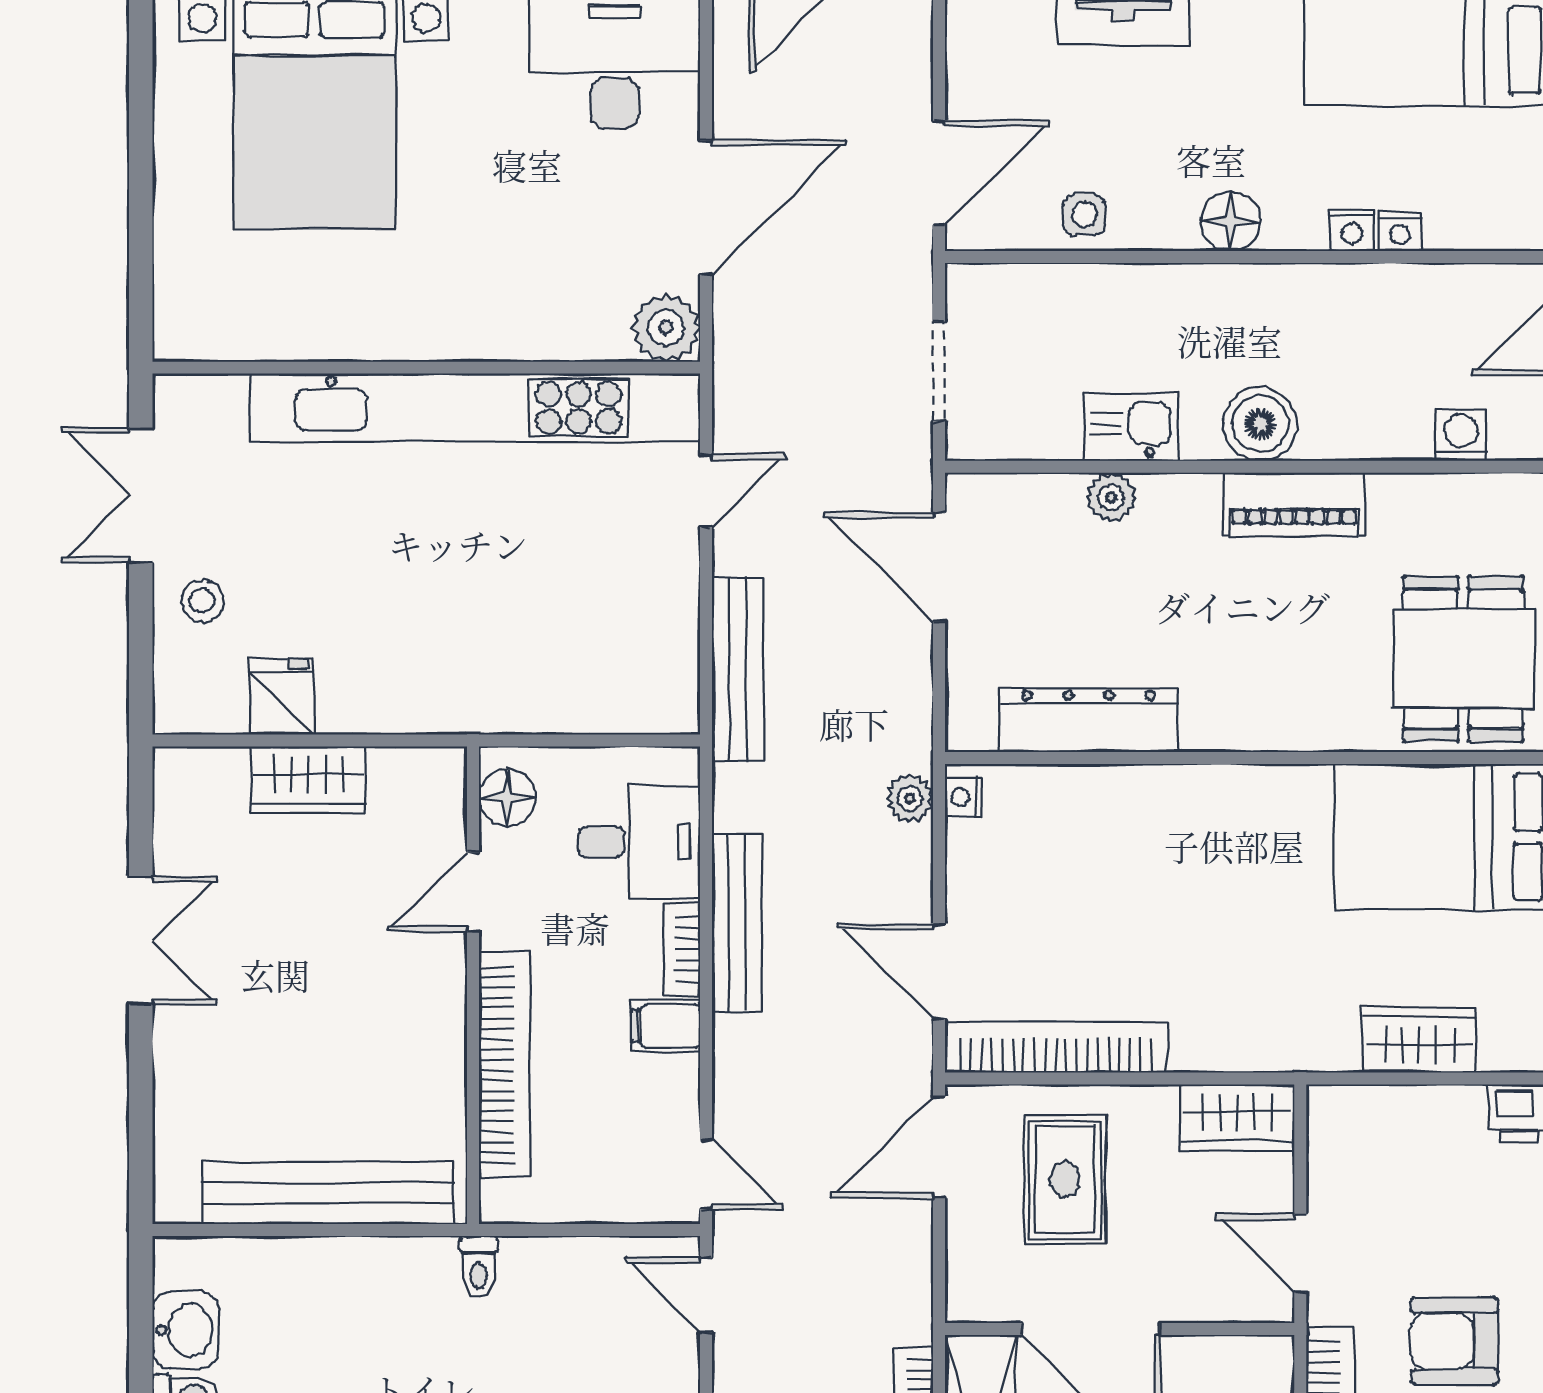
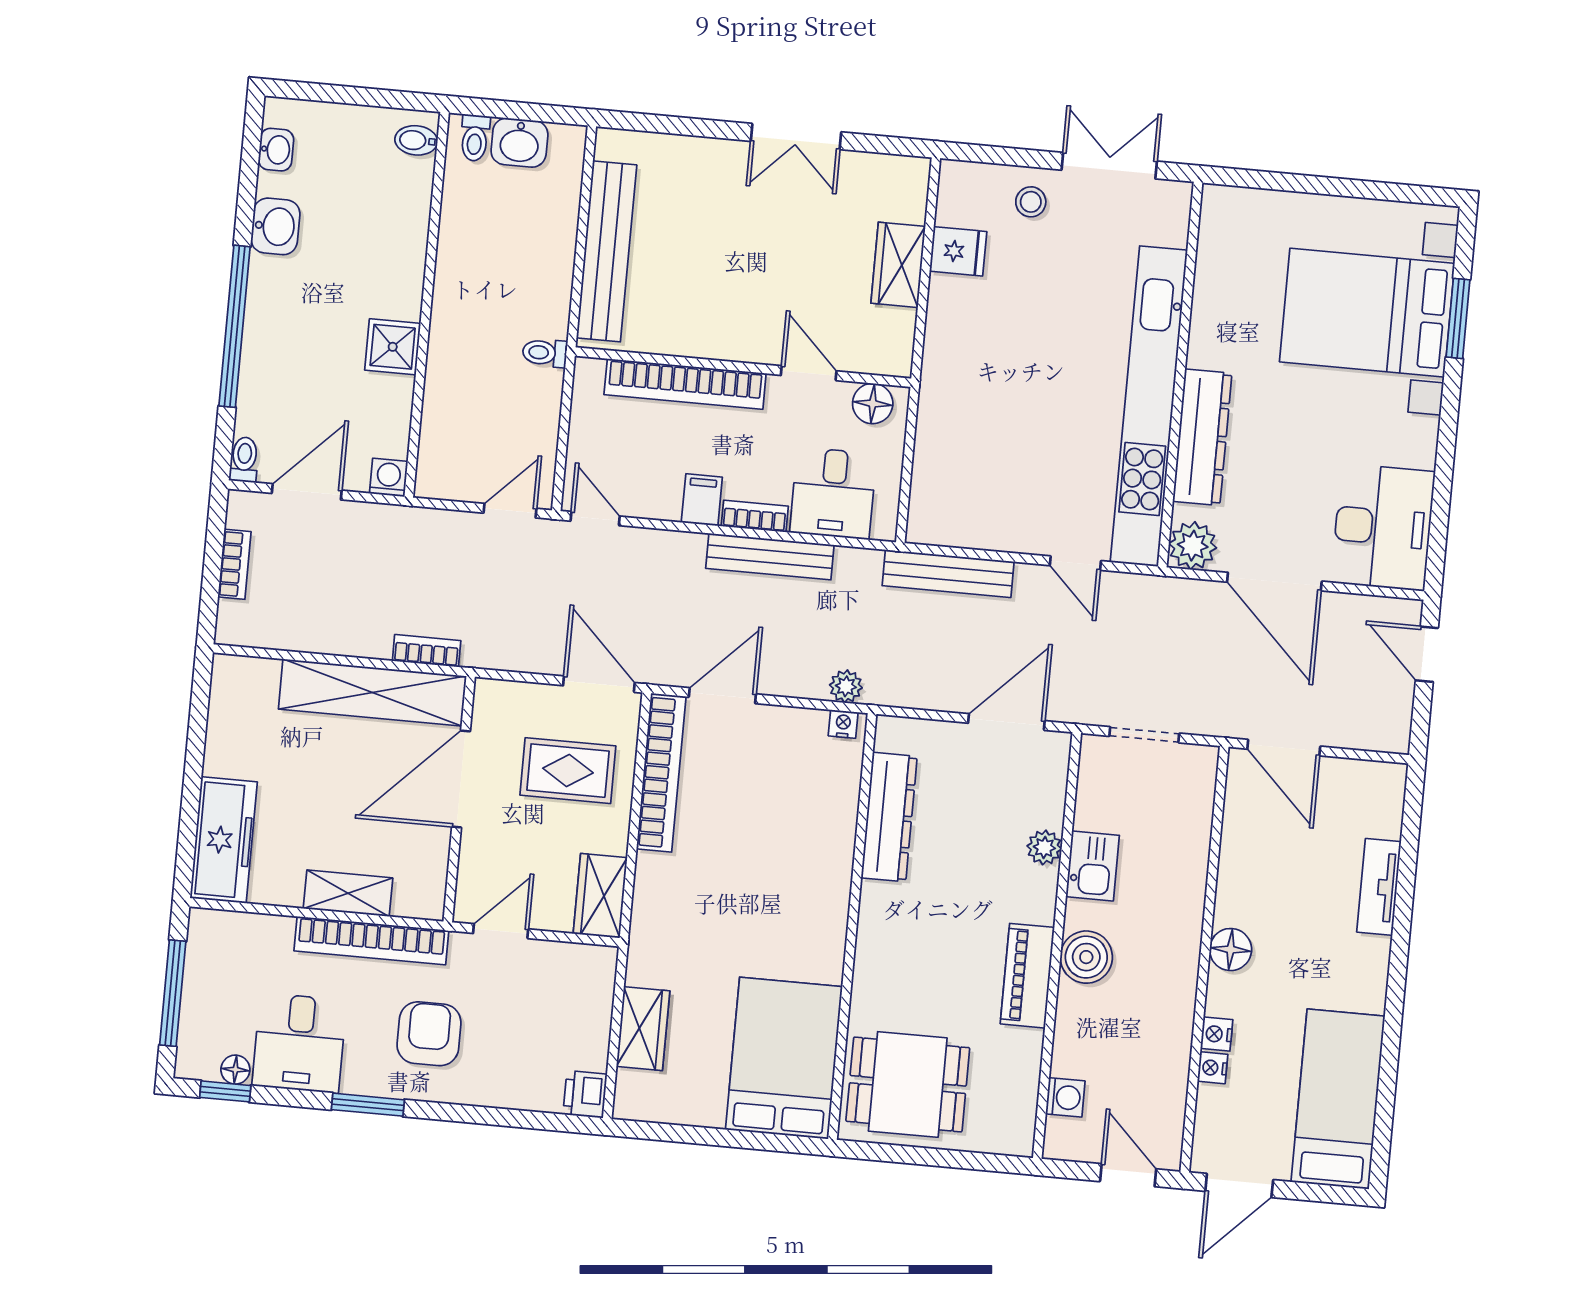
side table: (1085, 214) -> (1245, 847), removed
dresser: (512, 328) -> (1202, 437), added
door: (706, 1174) -> (595, 519), swing flipped

